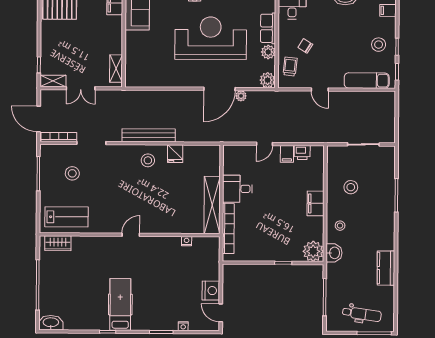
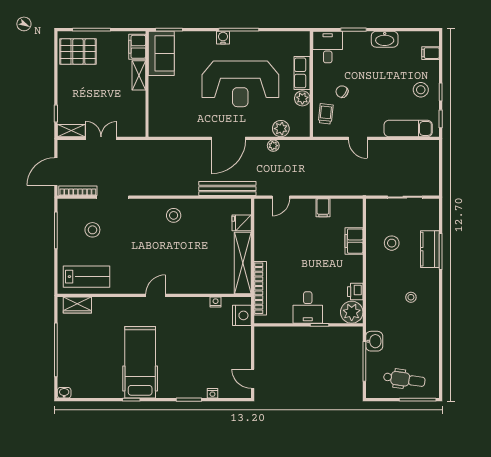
reception desk: (211, 38) -> (240, 84), turned 180
shelving: (116, 69) -> (139, 75), moved
plant: (268, 80) -> (281, 129), moved
double door: (81, 88) -> (101, 138), swing flipped
door: (219, 89) -> (228, 138), moved
door: (39, 119) -> (56, 172), hinge flipped
bench: (149, 135) -> (227, 189), moved
door: (264, 144) -> (281, 197), moved
printer: (302, 152) -> (355, 292), moved, turned 90
fridge: (175, 154) -> (242, 223), moved, turned 90
desk: (237, 189) -> (308, 308), moved, turned -90
filing cabinet: (316, 203) -> (354, 241), moved
stool: (340, 226) -> (411, 297), moved
washbasin: (334, 253) -> (374, 341), moved
kitchen counter: (386, 268) -> (430, 249), moved
nightstand: (211, 291) -> (242, 315), moved
hospital bed: (120, 304) -> (140, 362), width x1.37, depth x1.29
washbasin: (51, 323) -> (64, 393), width x0.52, depth x0.69

